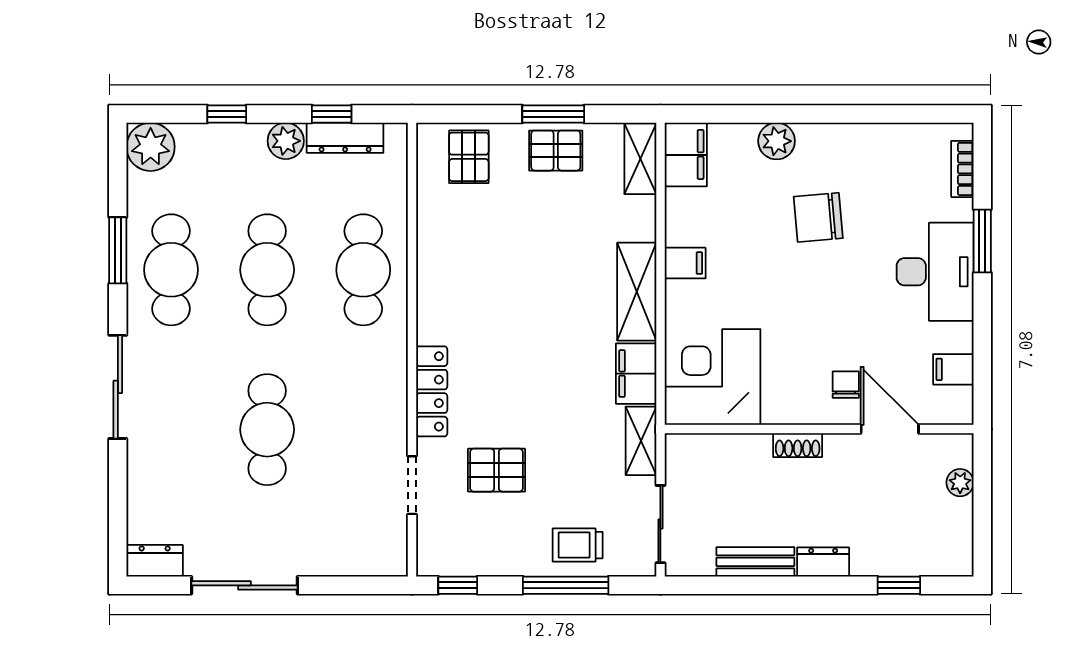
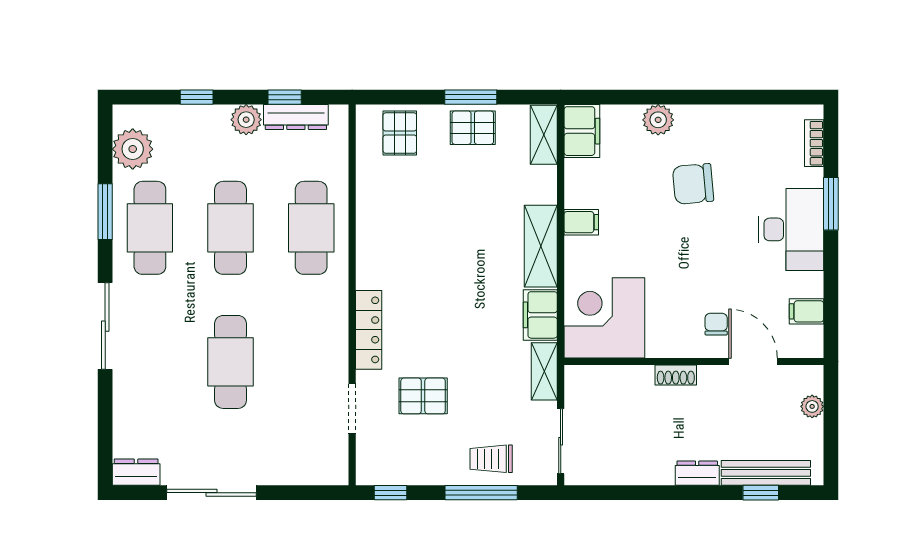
plant: (151, 147) -> (133, 149), moved
bench: (755, 562) -> (766, 473), moved, width x1.36

